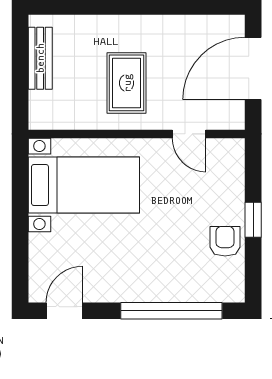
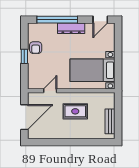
rug: (127, 83) -> (75, 111), turned 90
door: (189, 134) -> (50, 91), hinge flipped
dresser: (137, 289) -> (71, 28), added

